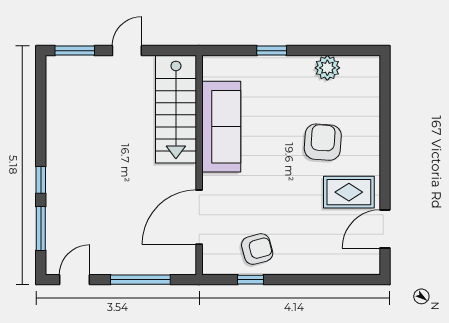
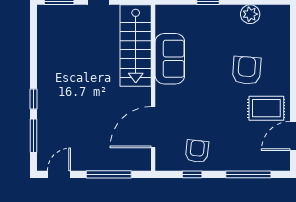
sofa: (221, 127) -> (170, 59), width x0.73
armchair: (257, 249) -> (197, 151), turned -69
window: (325, 280) -> (248, 174), added

